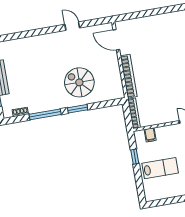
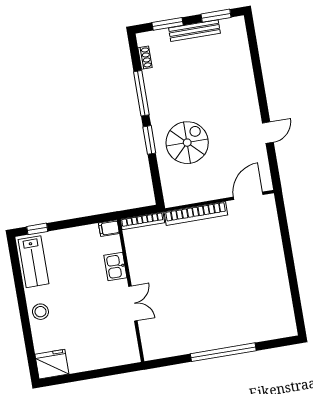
kitchen sink: (166, 132) -> (115, 267), added
filing cabinet: (150, 135) -> (109, 228), moved
window: (135, 157) -> (37, 229), moved
lab bench: (160, 168) -> (33, 262), moved

